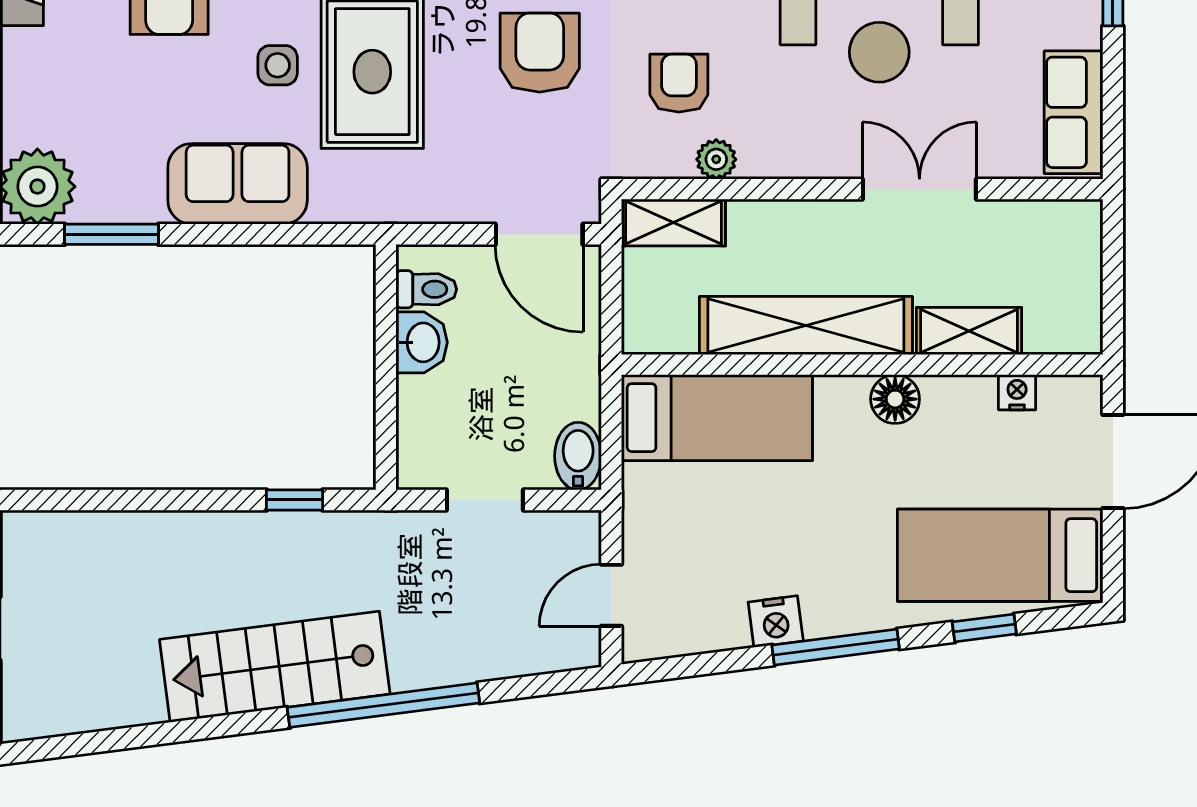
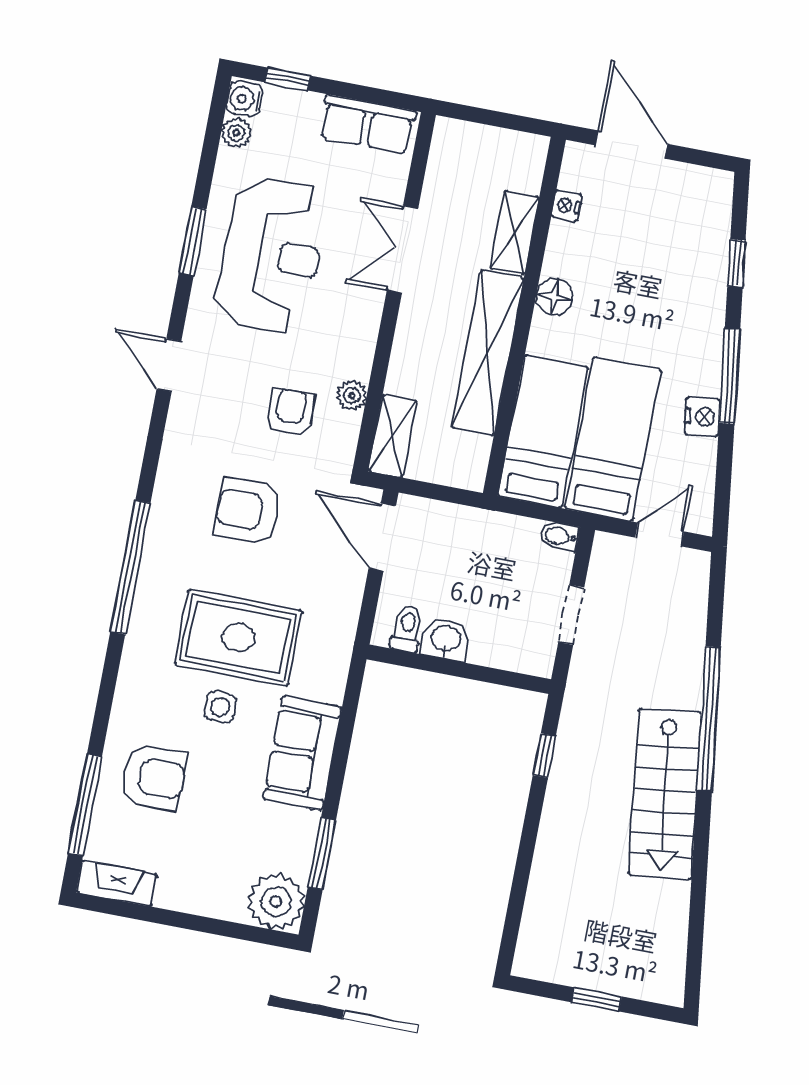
armchair: (679, 83) -> (290, 412), turned 90
door: (539, 234) -> (382, 537), swing flipped
bidet: (578, 456) -> (559, 536), width x0.72, depth x0.74
bed: (1000, 555) -> (613, 439), moved, turned 180
door: (611, 595) -> (660, 535), swing flipped

